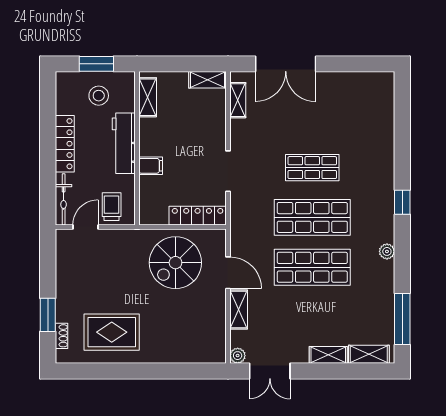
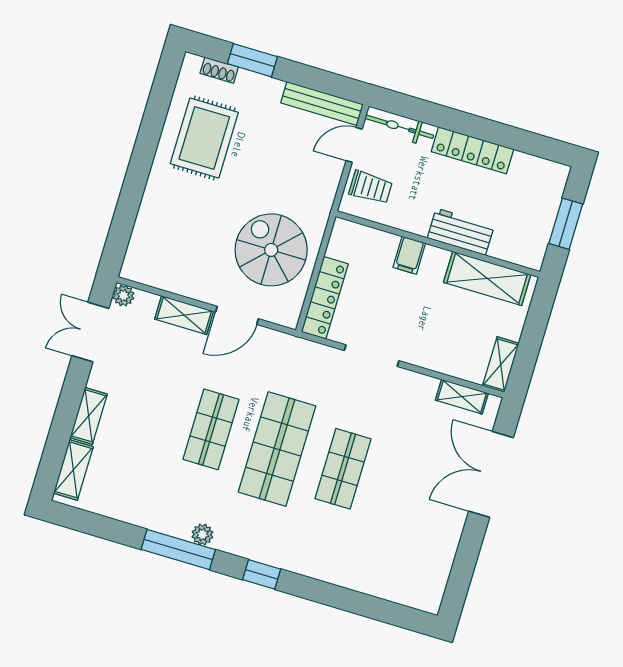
stool: (99, 96) -> (523, 214), removed
shelving: (148, 97) -> (487, 278), width x1.50, depth x1.33
workbench: (124, 143) -> (461, 232), width x0.73
door: (85, 227) -> (354, 145), swing flipped
bench: (63, 258) -> (322, 104), added
shop shelf: (312, 267) -> (211, 429), width x0.70, depth x0.74
window: (402, 319) -> (178, 549), moved

